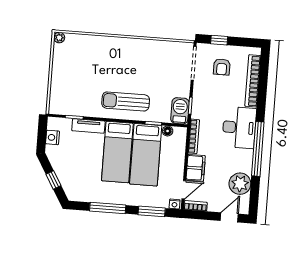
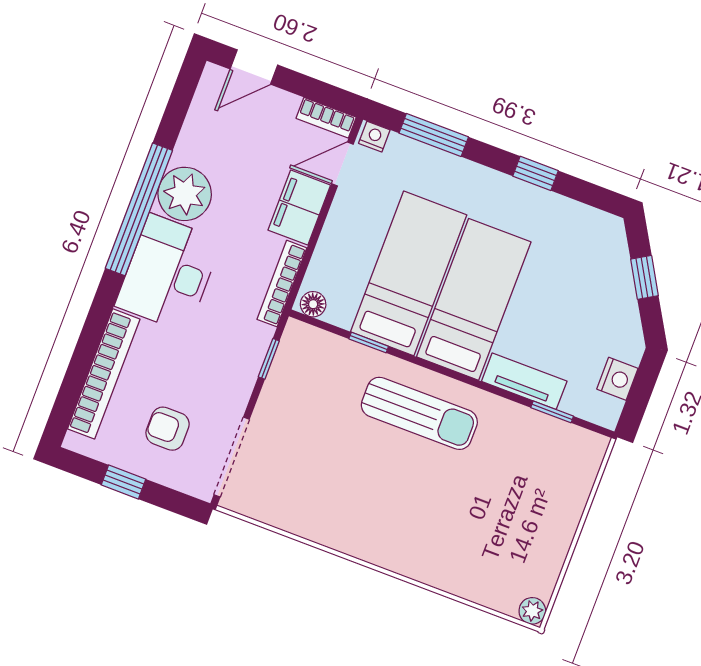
window: (219, 40) -> (123, 482), moved
armchair: (222, 67) -> (168, 429), turned -90
barbecue: (180, 111) -> (297, 354), removed
floor lamp: (168, 131) -> (313, 304), moved
plant: (240, 184) -> (185, 194), moved
window: (108, 208) -> (535, 173), width x0.46

